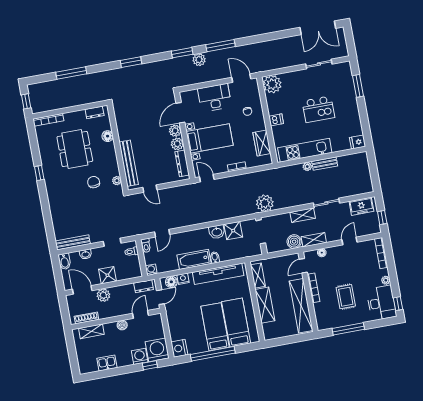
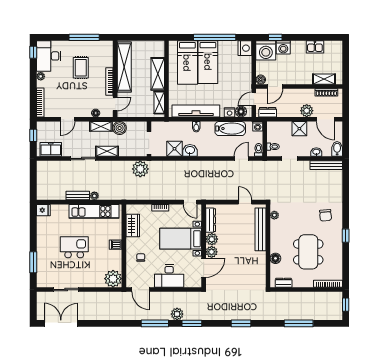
chair: (94, 182) -> (326, 215), moved
bathtub: (194, 259) -> (230, 129), moved
boiler: (122, 325) -> (261, 80), moved

